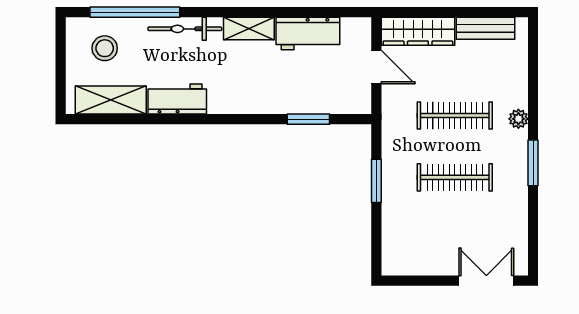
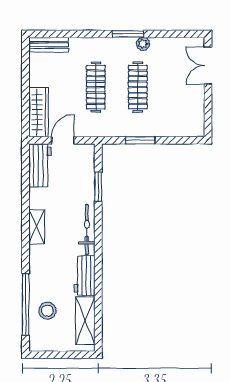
bench: (486, 28) -> (49, 45), moved, turned 90
bicycle: (185, 29) -> (87, 229), moved, turned 180
workbench: (308, 34) -> (40, 165), moved
stool: (105, 48) -> (47, 311), moved
plant: (518, 119) -> (143, 44), moved

